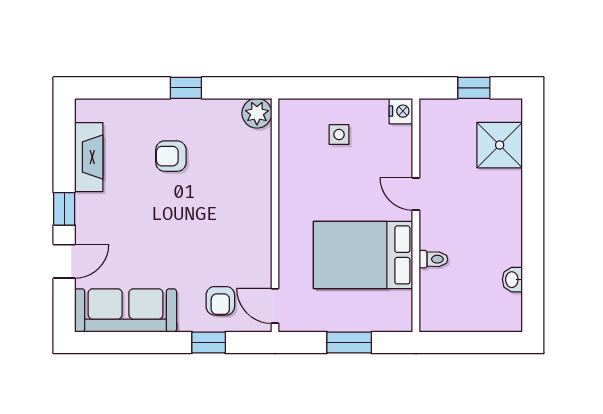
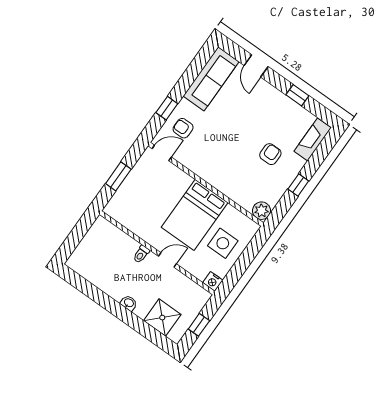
side table: (339, 135) -> (223, 243), width x1.87, depth x1.87
fireplace: (89, 157) -> (313, 140), moved, turned 90
window: (64, 209) -> (297, 95), moved
bed: (363, 255) -> (195, 215), moved, turned 180
toilet: (433, 259) -> (141, 254), moved
washbasin: (512, 280) -> (129, 303), moved

